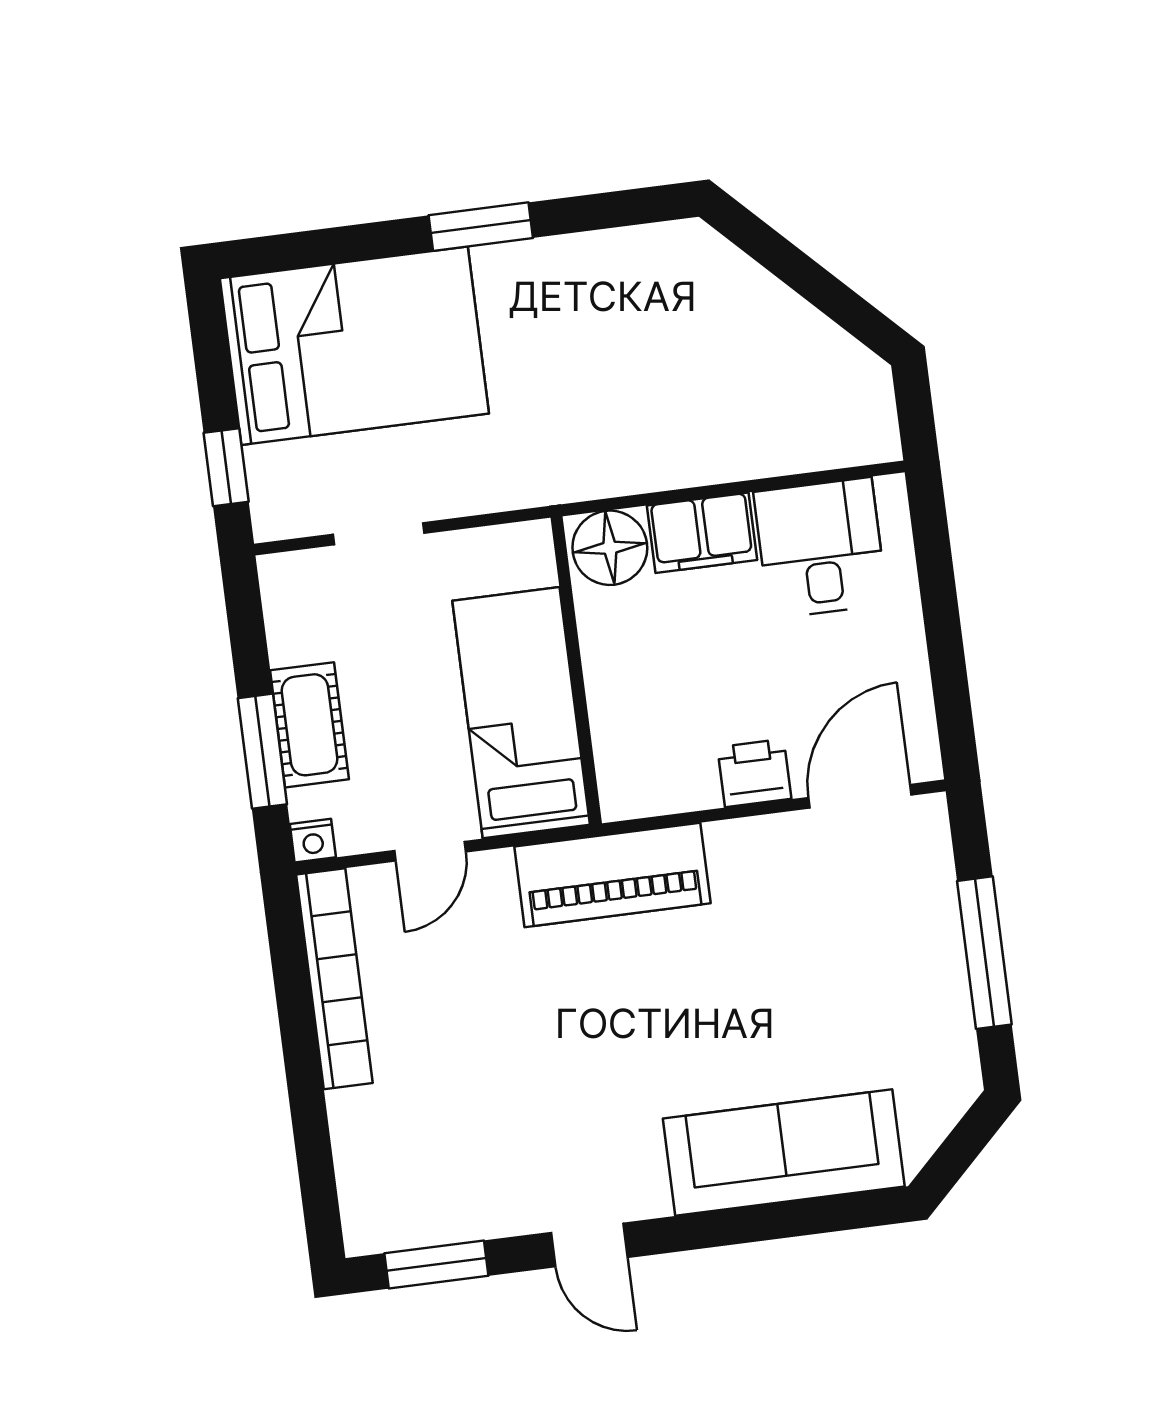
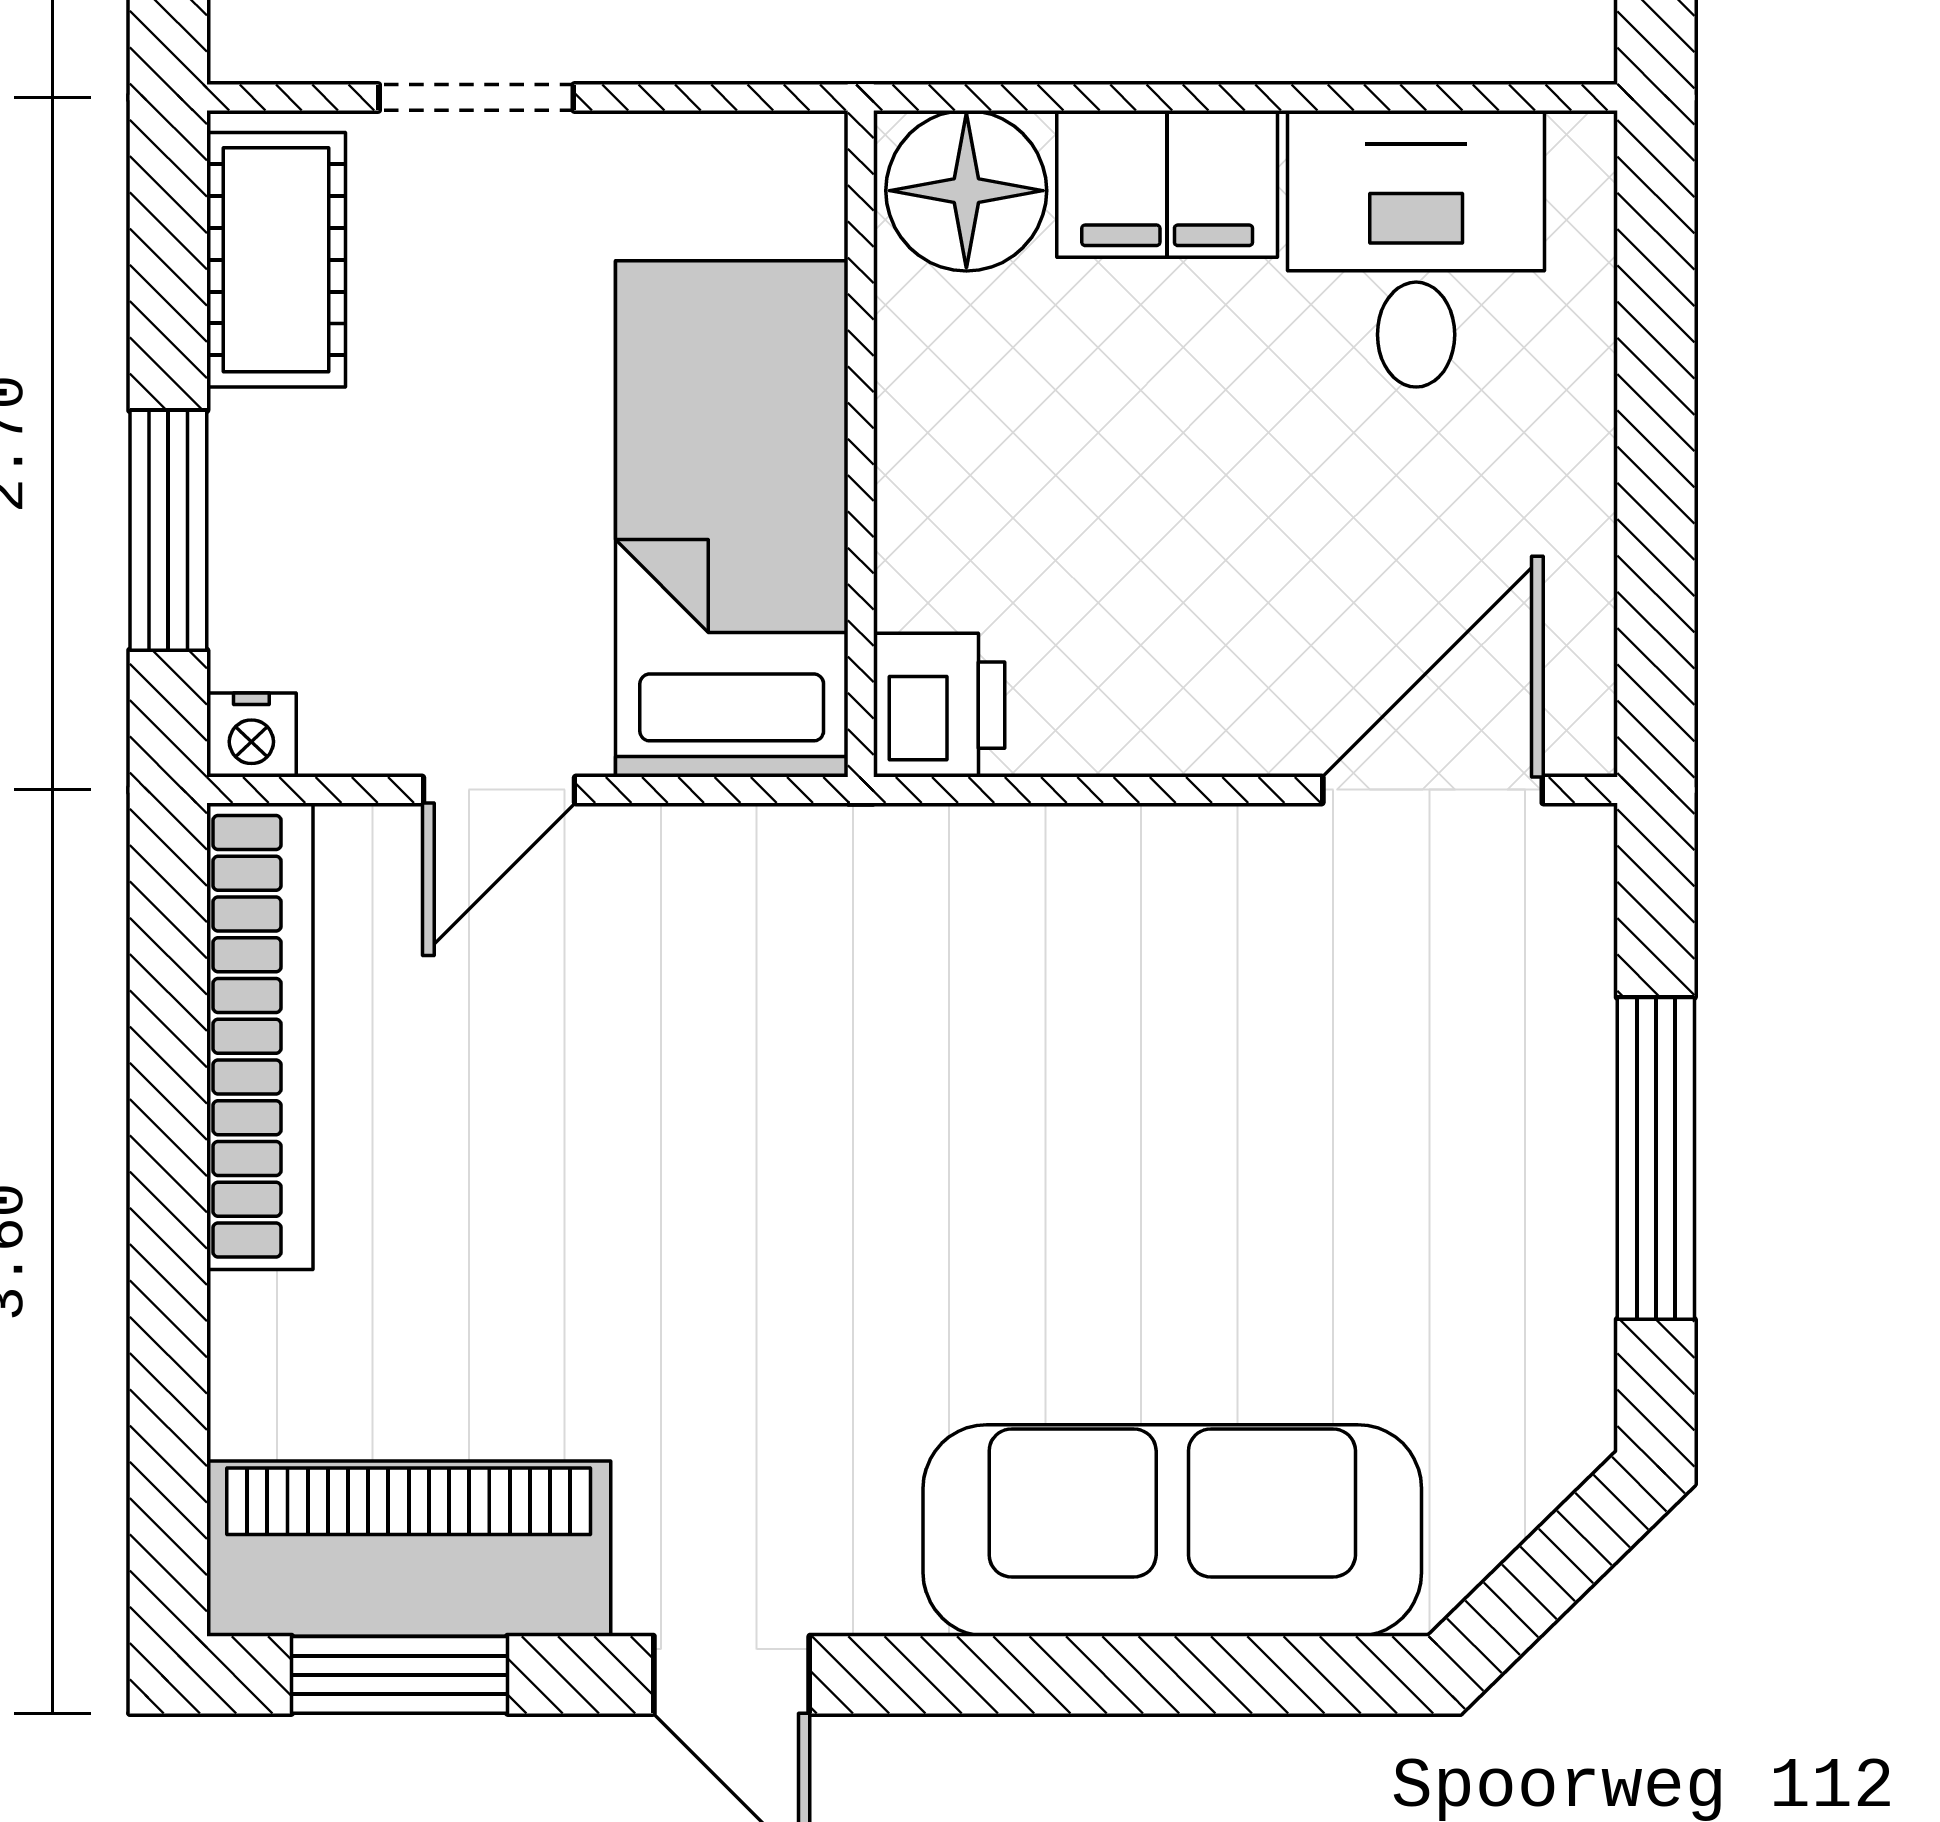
cot: (310, 725) -> (276, 260), moved
printer: (754, 773) -> (939, 705), moved, turned 90
piano: (612, 875) -> (409, 1549), moved, turned 180

